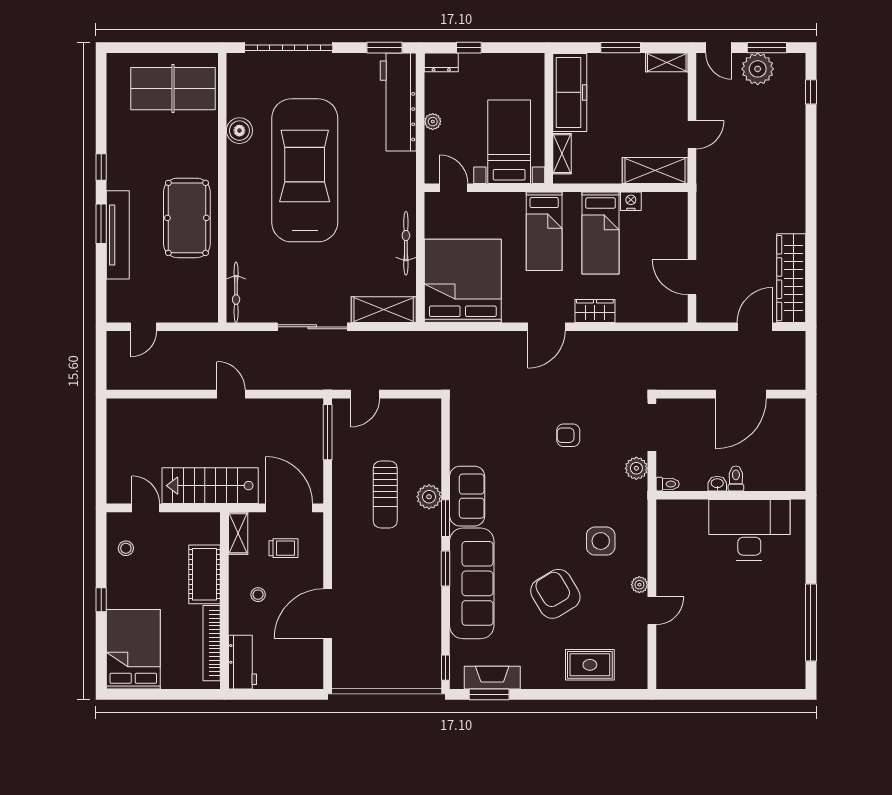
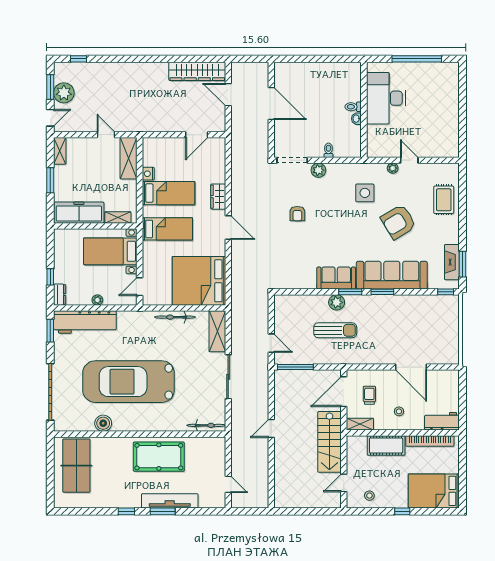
toilet: (736, 478) -> (353, 107), moved
washbasin: (717, 484) -> (356, 119), moved
wall: (731, 495) -> (364, 110), moved
desk: (749, 530) -> (386, 98), moved

